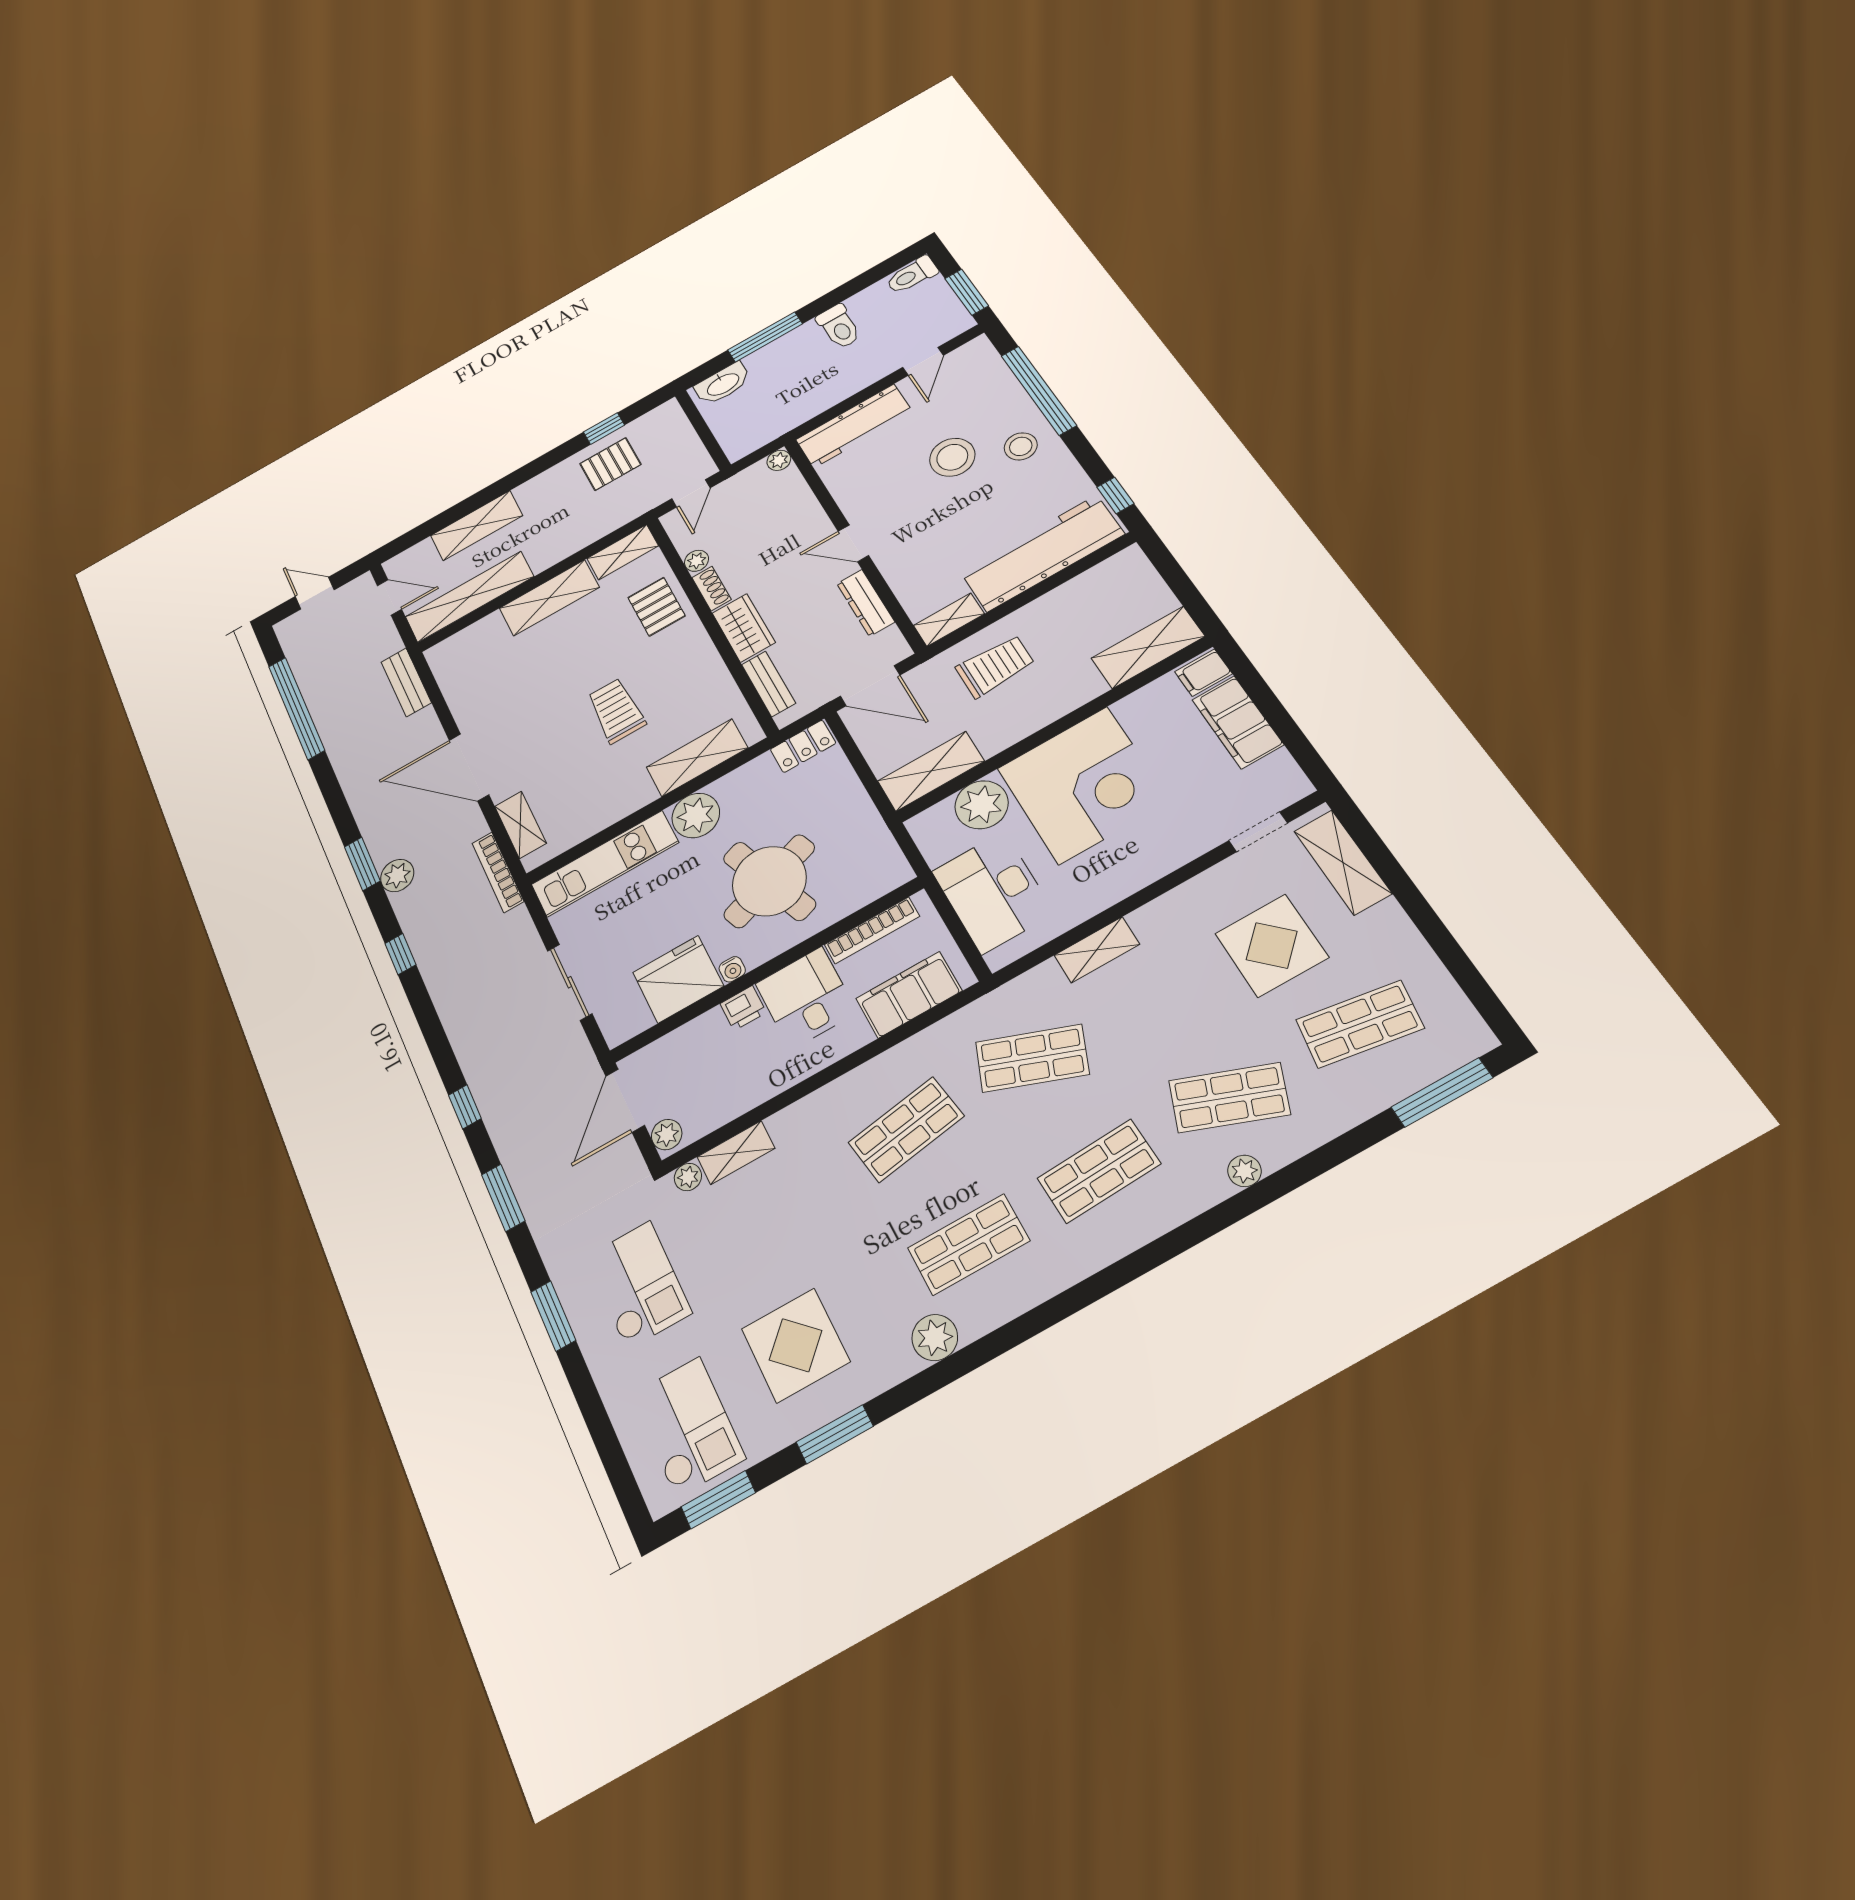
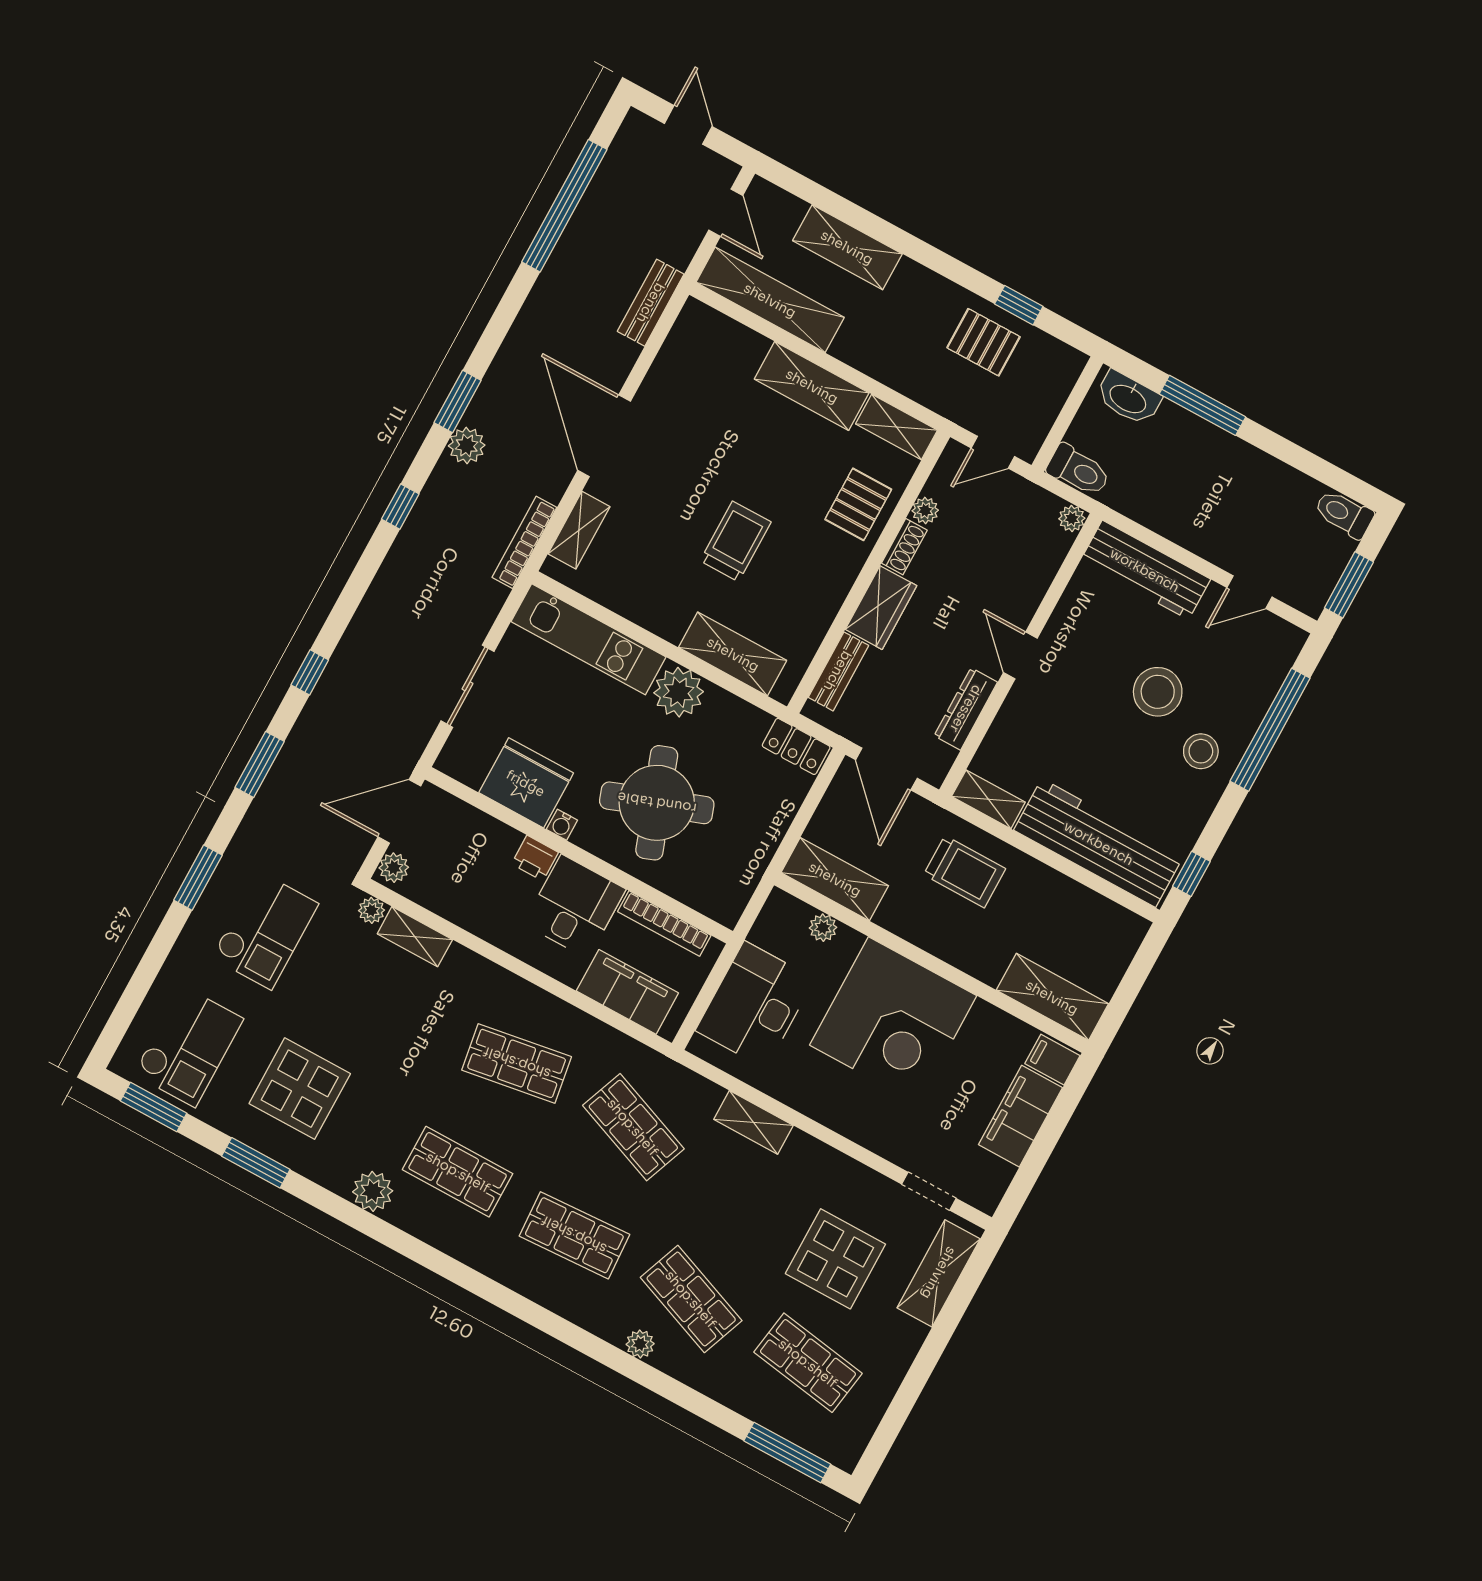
toilet: (839, 327) -> (1078, 470), moved, turned -90
plant: (982, 805) -> (823, 928), width x0.53, depth x0.53

